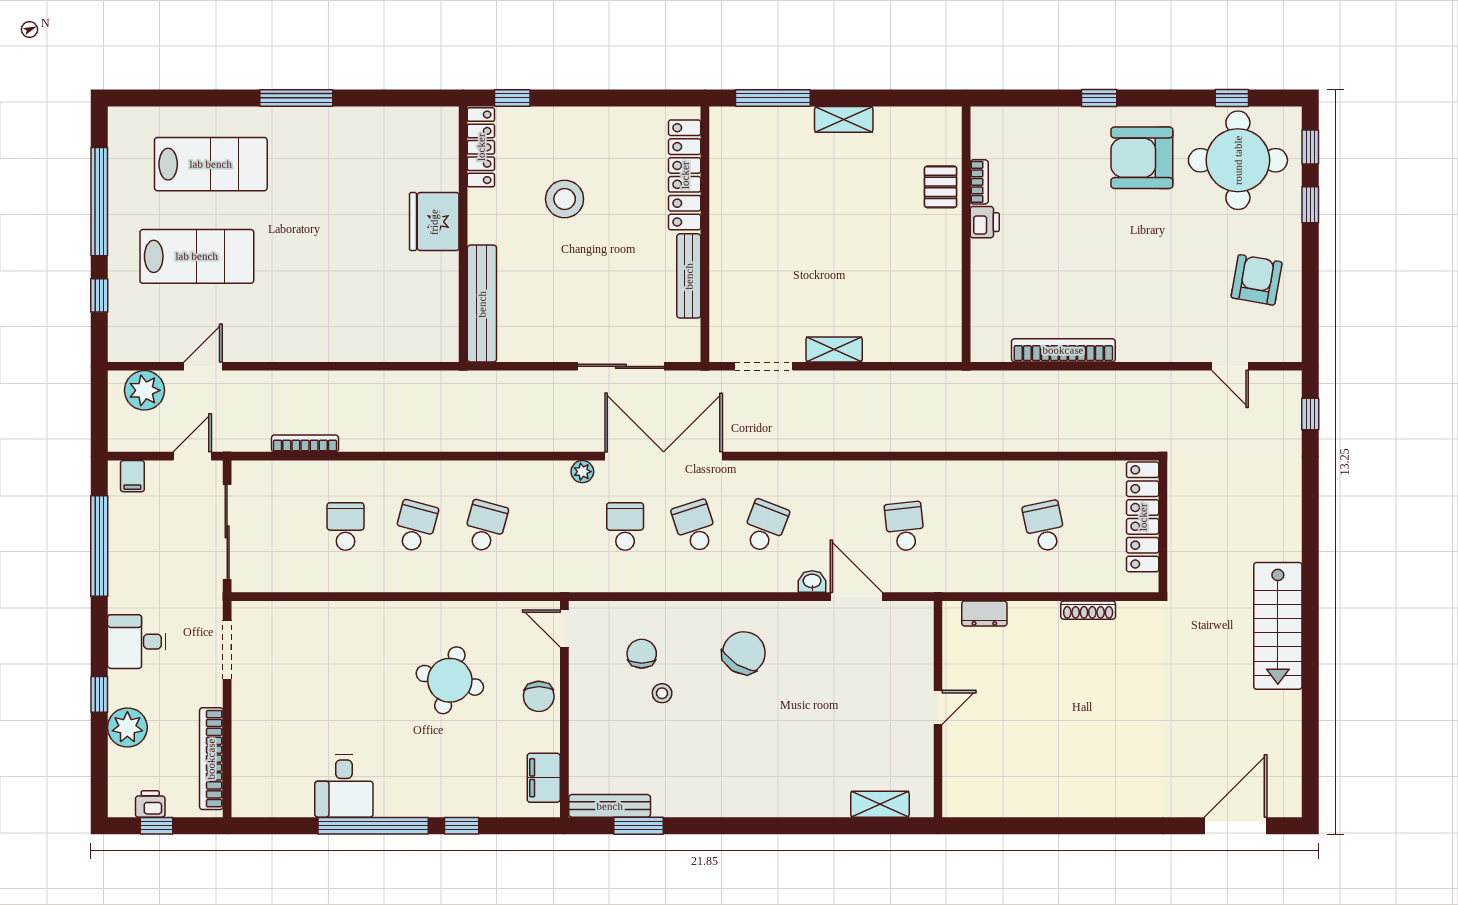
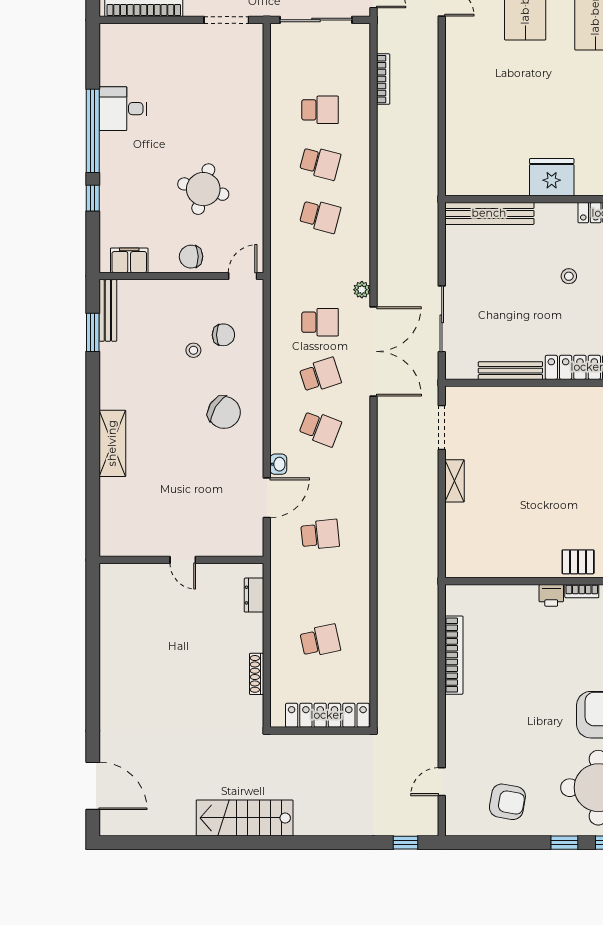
stool: (565, 199) -> (569, 276), width x0.53, depth x0.53
shelving: (880, 804) -> (112, 443), moved, width x1.50, depth x1.33

